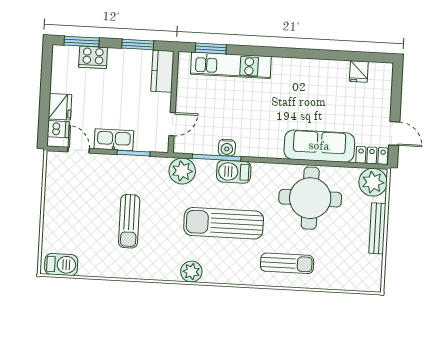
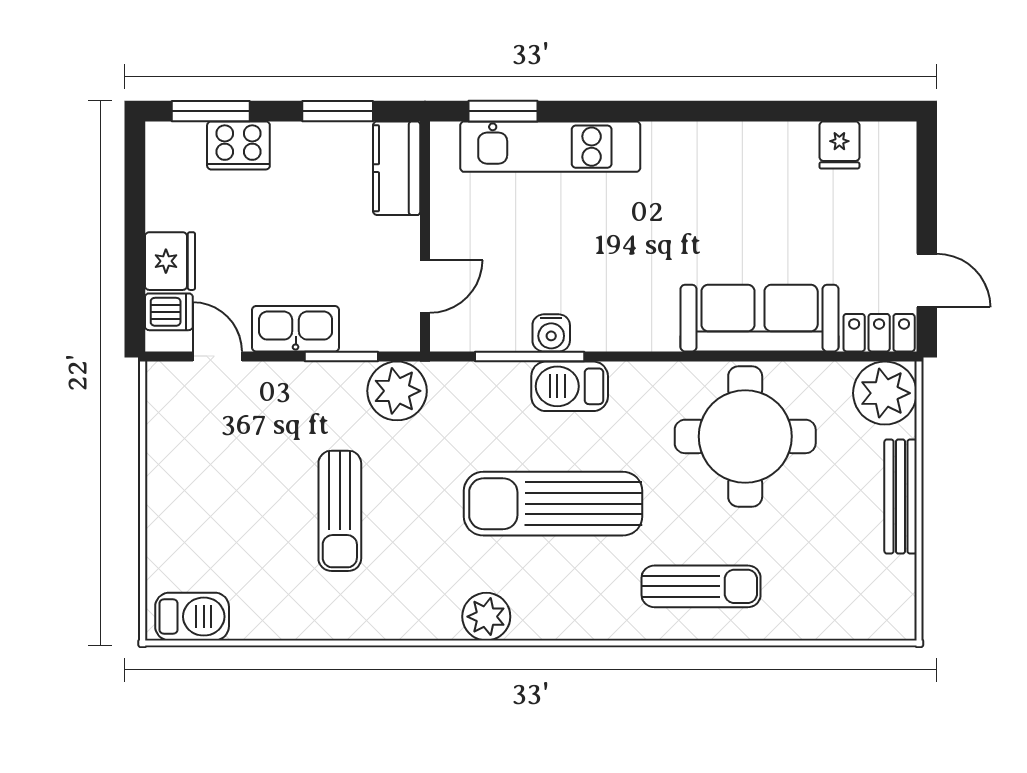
plant: (182, 171) -> (397, 391), moved

